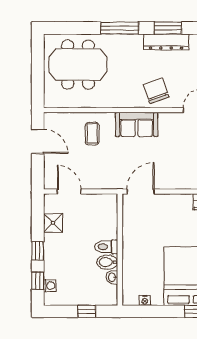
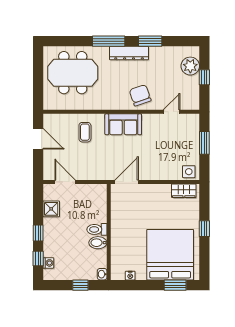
dresser: (166, 42) -> (129, 53), moved
washbasin: (112, 277) -> (102, 274), moved

